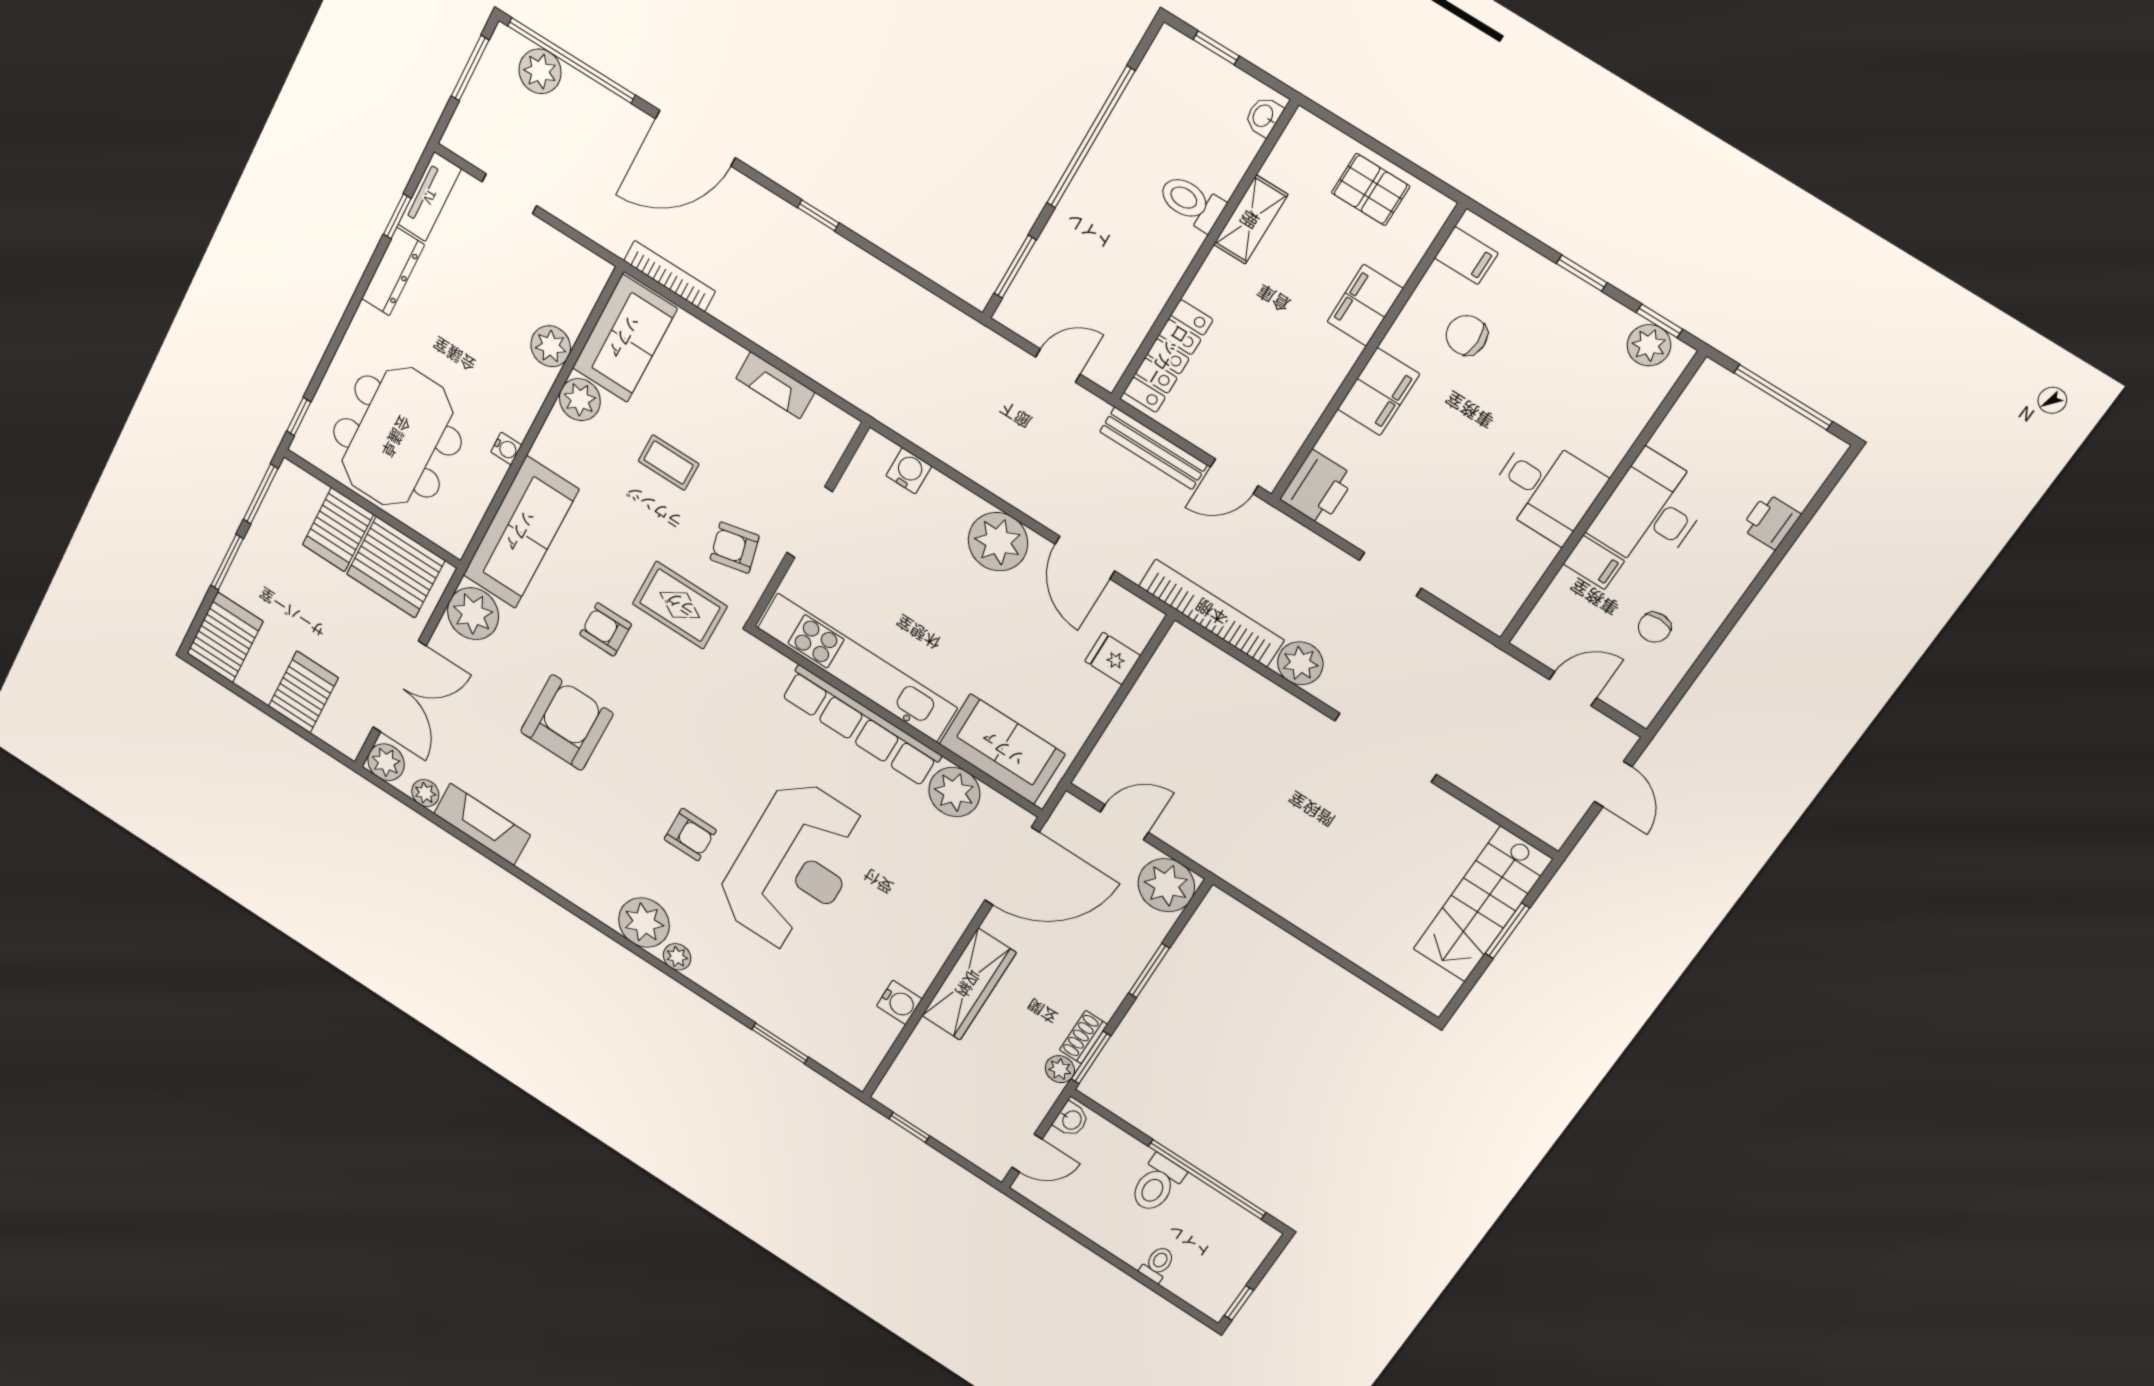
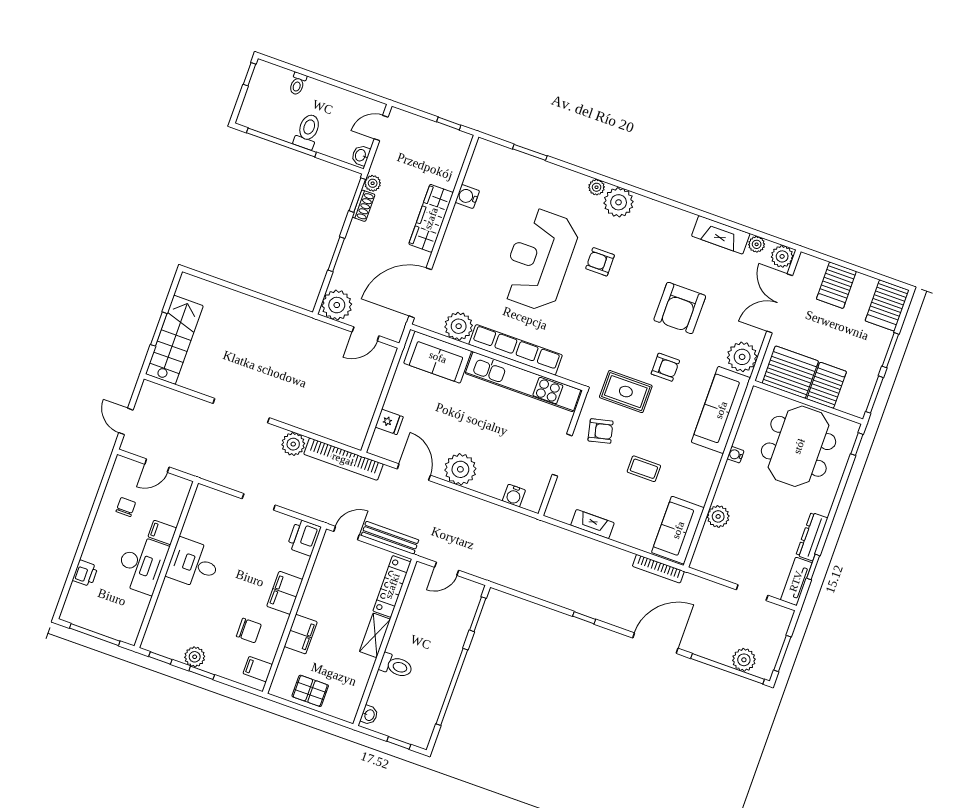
shelving: (1251, 220) -> (375, 635), moved
plant: (1649, 345) -> (195, 657), moved
plant: (580, 400) -> (698, 491), removed

